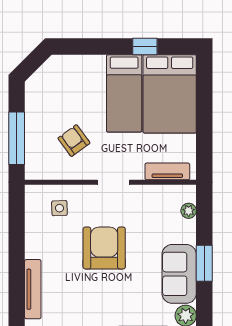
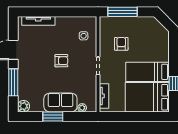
armchair: (74, 141) -> (121, 44), turned -54
armchair: (104, 248) -> (61, 61), width x0.53, depth x0.53
sofa: (179, 274) -> (60, 103), moved

